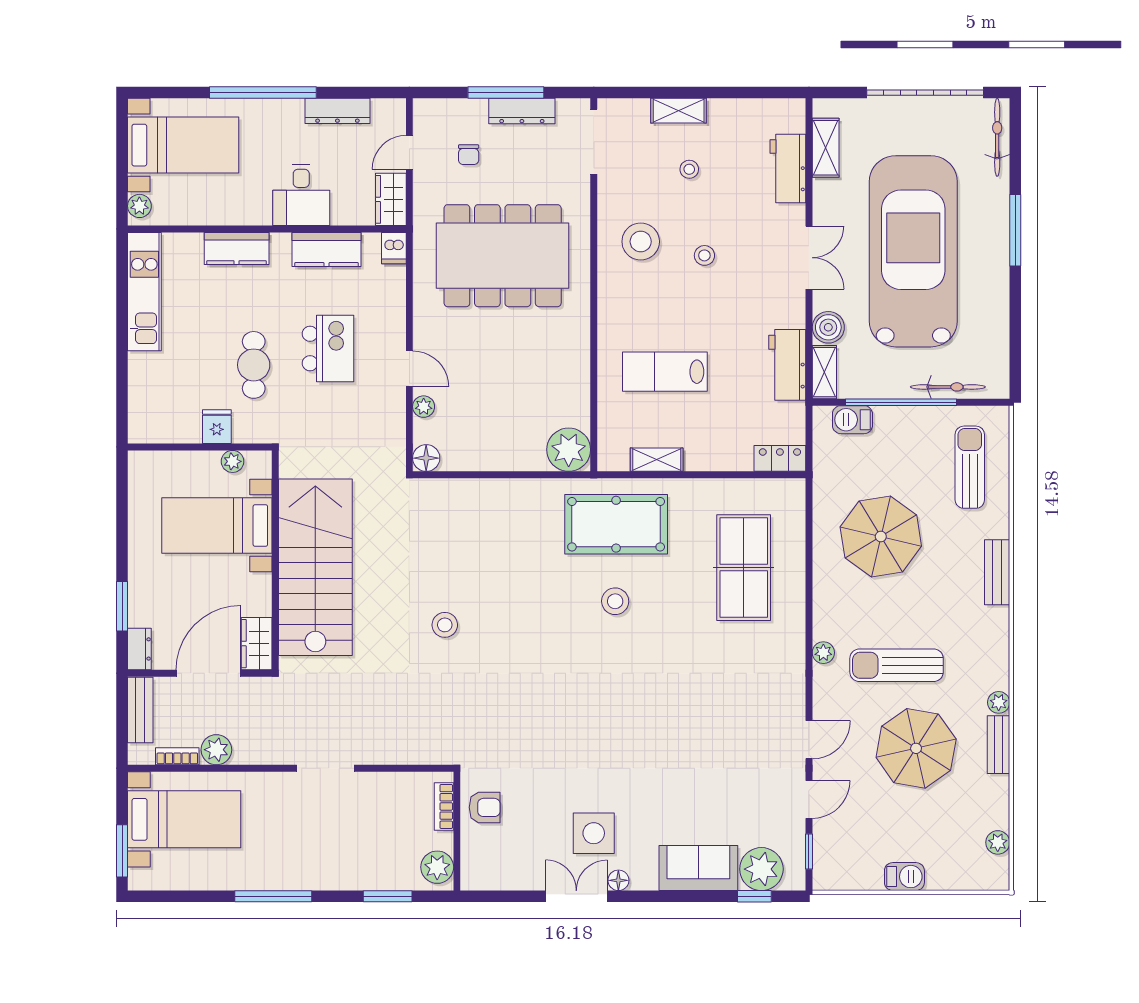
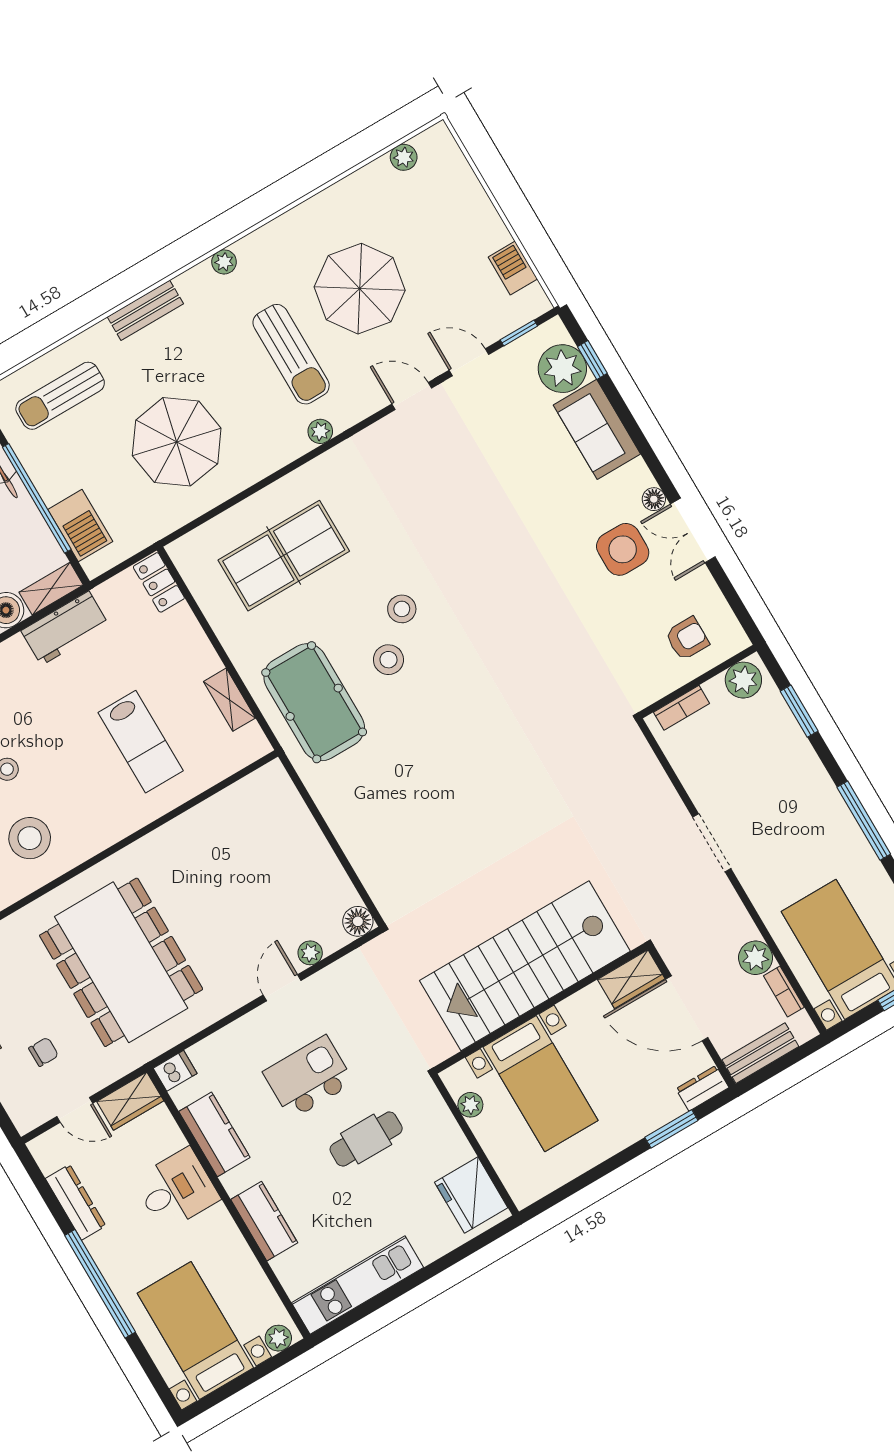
barbecue: (852, 420) -> (80, 526), width x1.38, depth x1.27
fridge: (217, 427) -> (471, 1195), moved, width x1.88, depth x1.34
plant: (569, 450) -> (270, 790), removed
stool: (445, 625) -> (402, 609), moved
plant: (999, 702) -> (224, 262), moved
bench: (999, 745) -> (309, 212), removed
armchair: (485, 807) -> (687, 639), moved, turned 90
barbecue: (904, 877) -> (513, 268), moved

